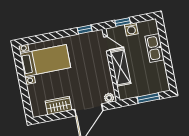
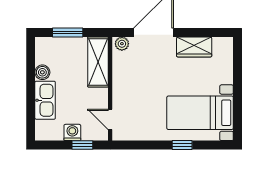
window: (85, 30) -> (182, 145), moved
shelving: (120, 67) -> (98, 62), moved
boiler: (160, 67) -> (42, 72), added

